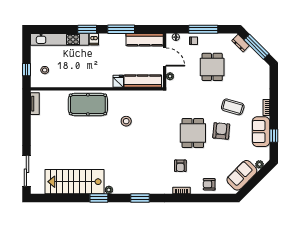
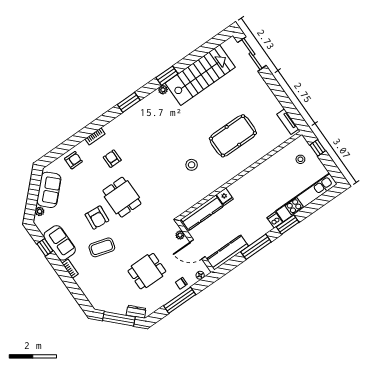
dining table: (212, 67) -> (147, 271), turned 90
pool table: (88, 104) -> (233, 136), moved

